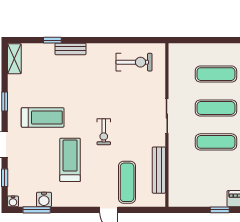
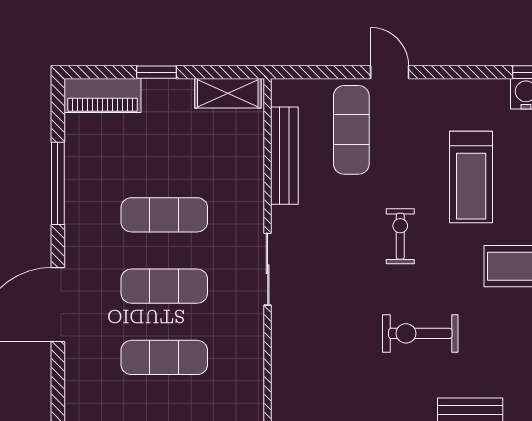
exercise bike: (134, 62) -> (420, 333), moved
shelving: (186, 200) -> (228, 93), added

